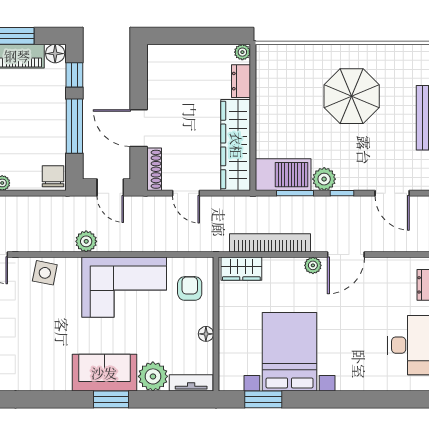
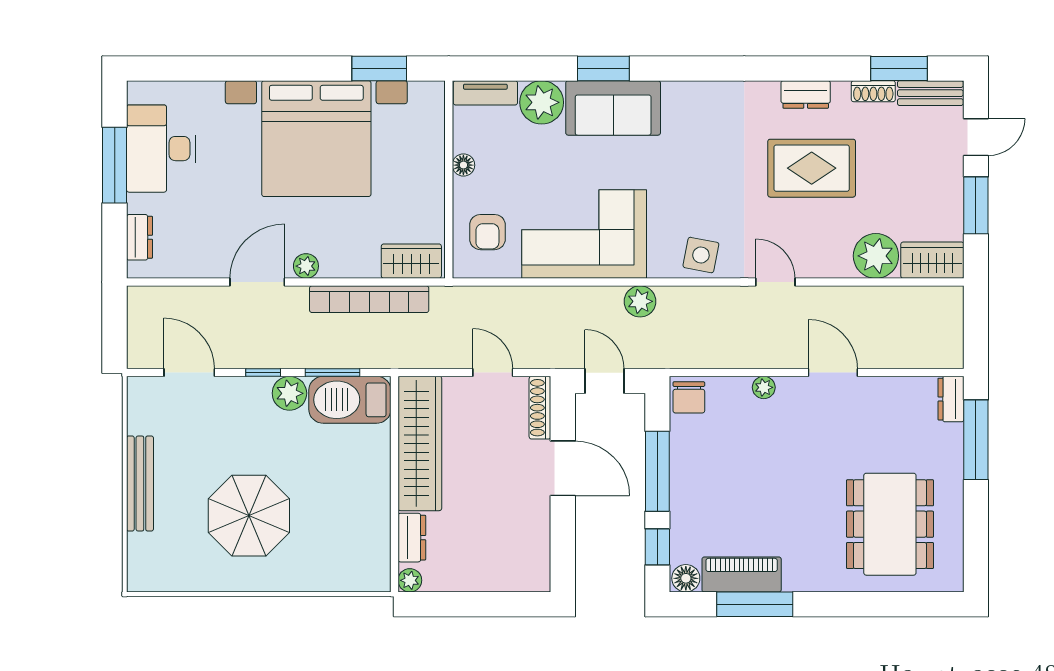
bed with nightstands: (290, 352) -> (316, 139), width x1.36

